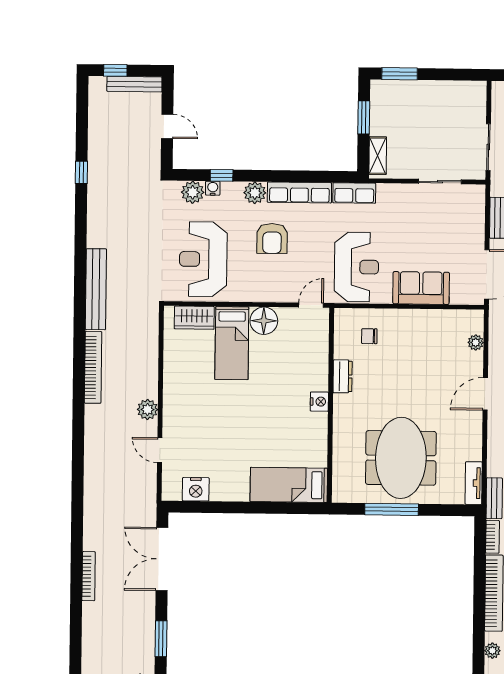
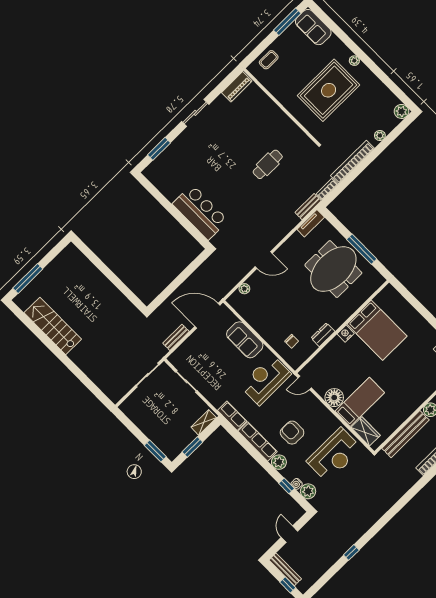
armchair: (272, 238) -> (292, 433), turned -90
bench: (96, 289) -> (406, 434), moved
bed: (289, 485) -> (377, 330), moved, width x1.50

